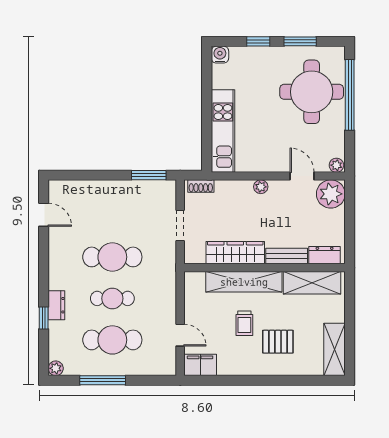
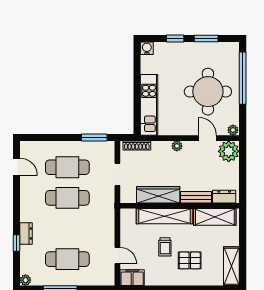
round table: (312, 92) -> (208, 92), moved
shoe rack: (201, 186) -> (137, 145), width x1.43
cafe table: (112, 298) -> (67, 167), moved, width x1.37, depth x1.35

